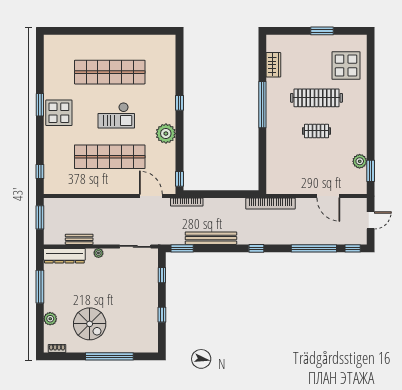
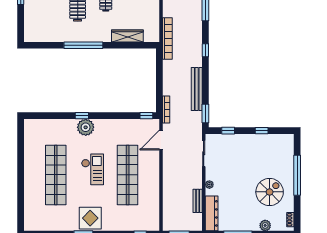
wardrobe: (273, 65) -> (127, 36), moved, width x1.50
plant: (166, 134) -> (86, 127), moved

